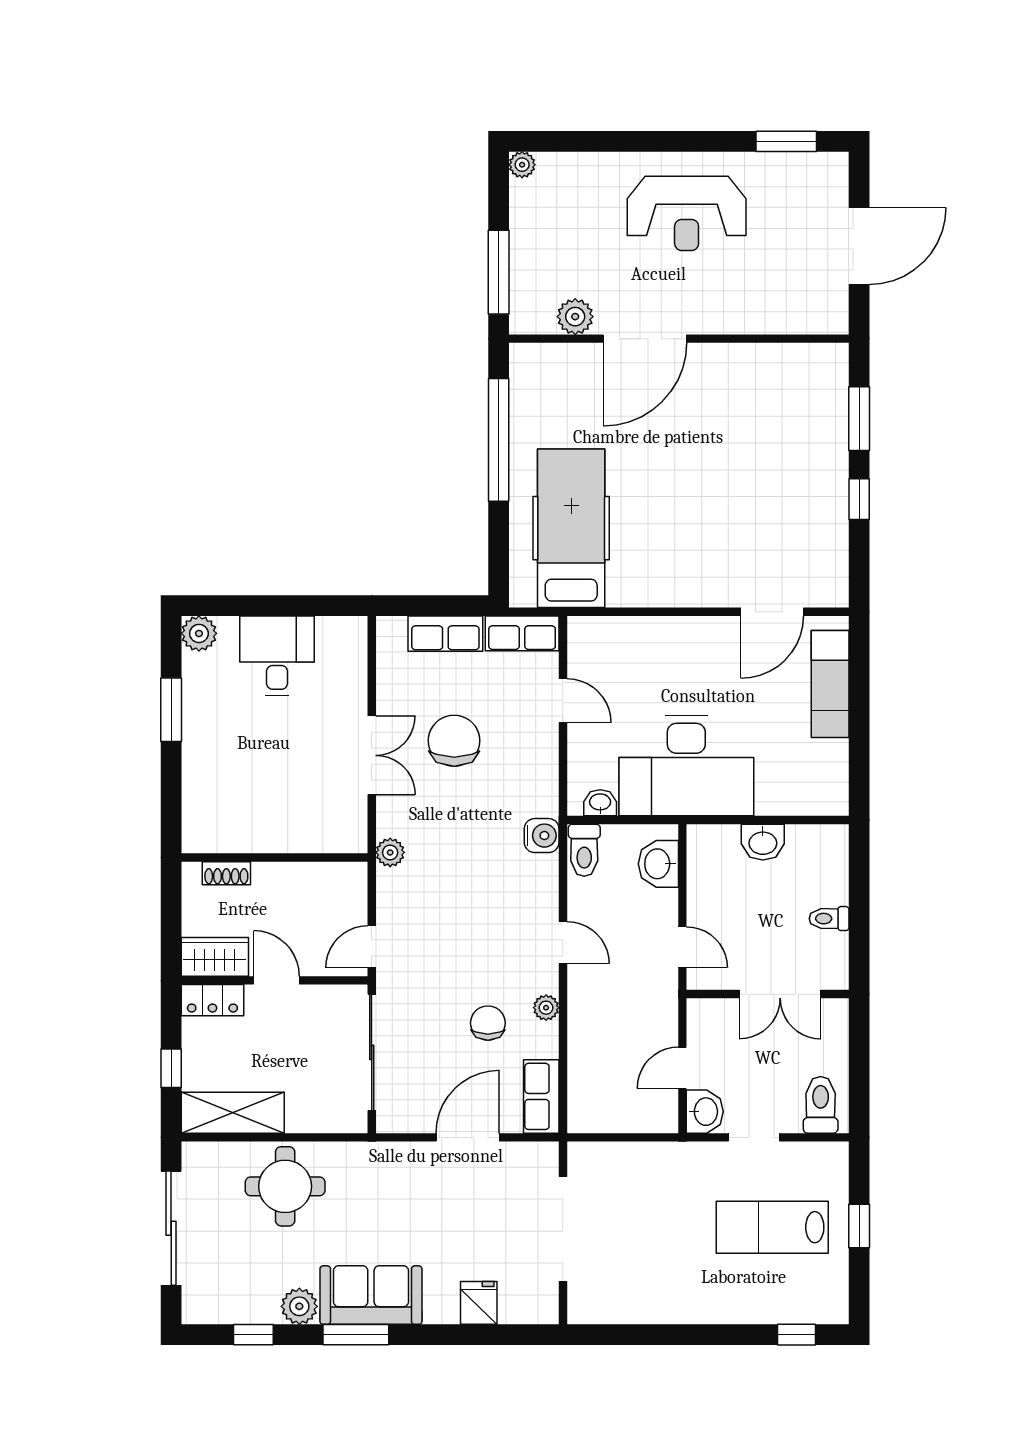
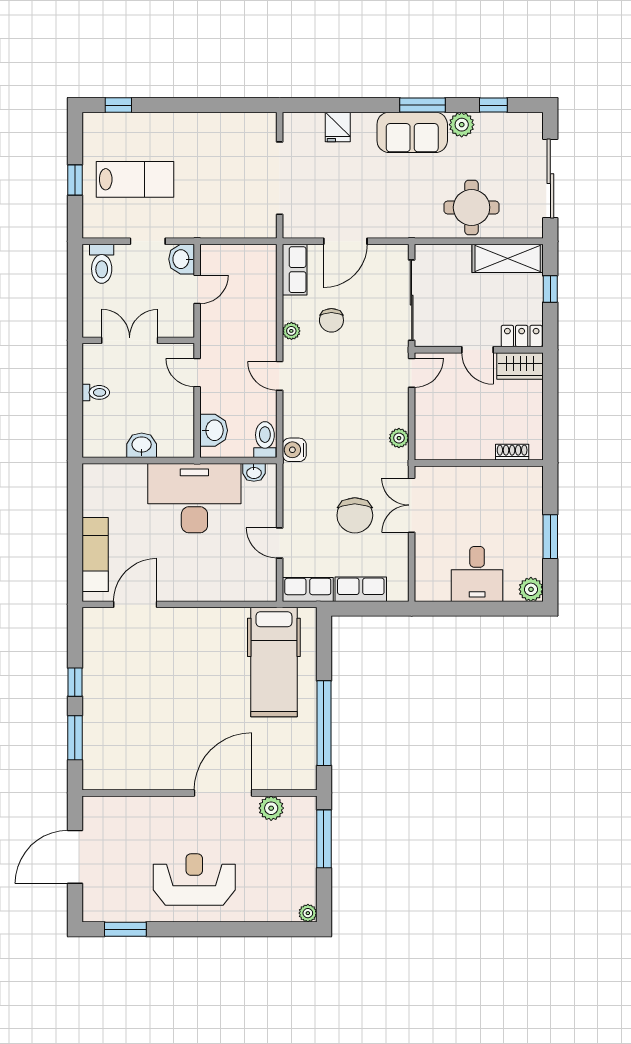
wall: (274, 857) -> (479, 463), moved
shoe rack: (226, 873) -> (512, 452), moved

